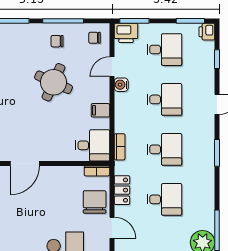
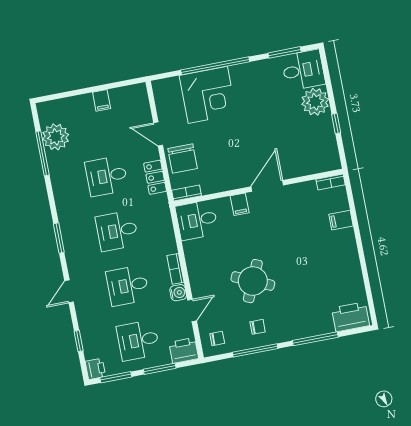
window: (134, 21) -> (160, 369), moved
filing cabinet: (100, 110) -> (240, 204), moved, turned 90
bookcase: (120, 147) -> (175, 269), moved

